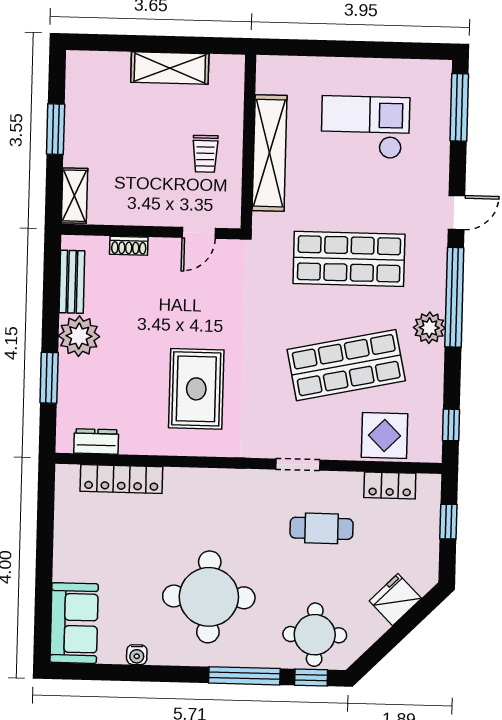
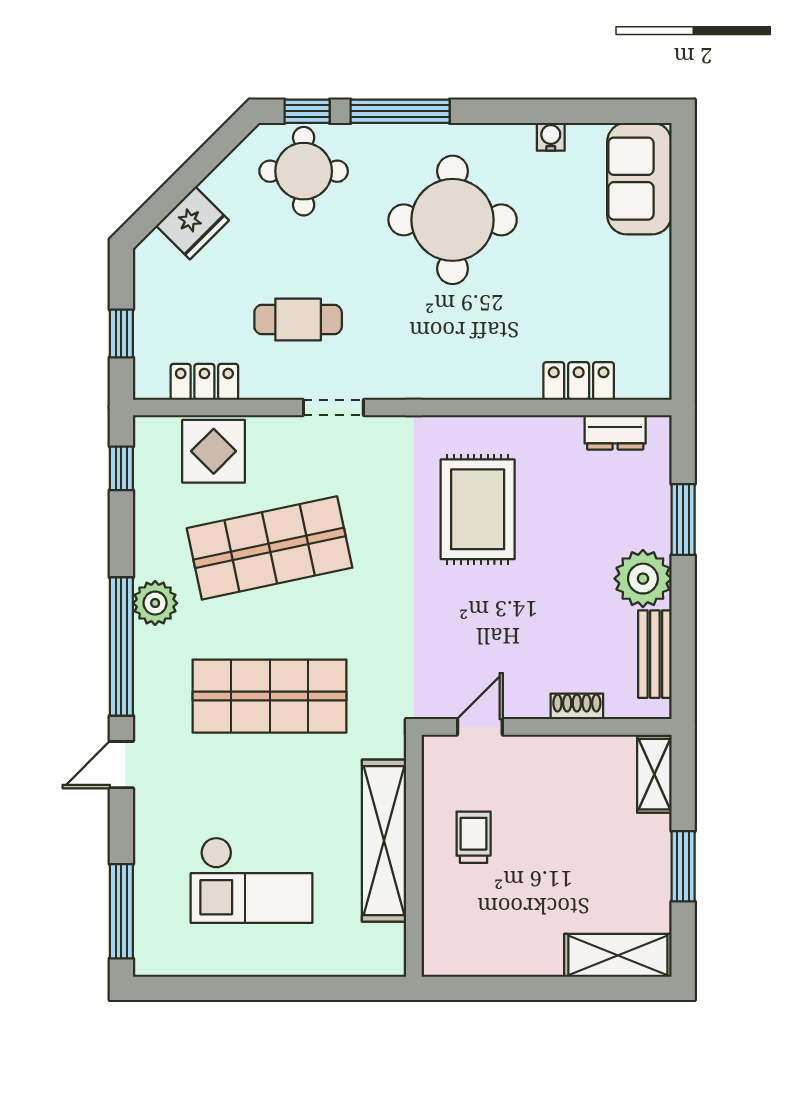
shelving: (170, 68) -> (618, 955), moved
locker: (121, 479) -> (579, 381), width x0.66

